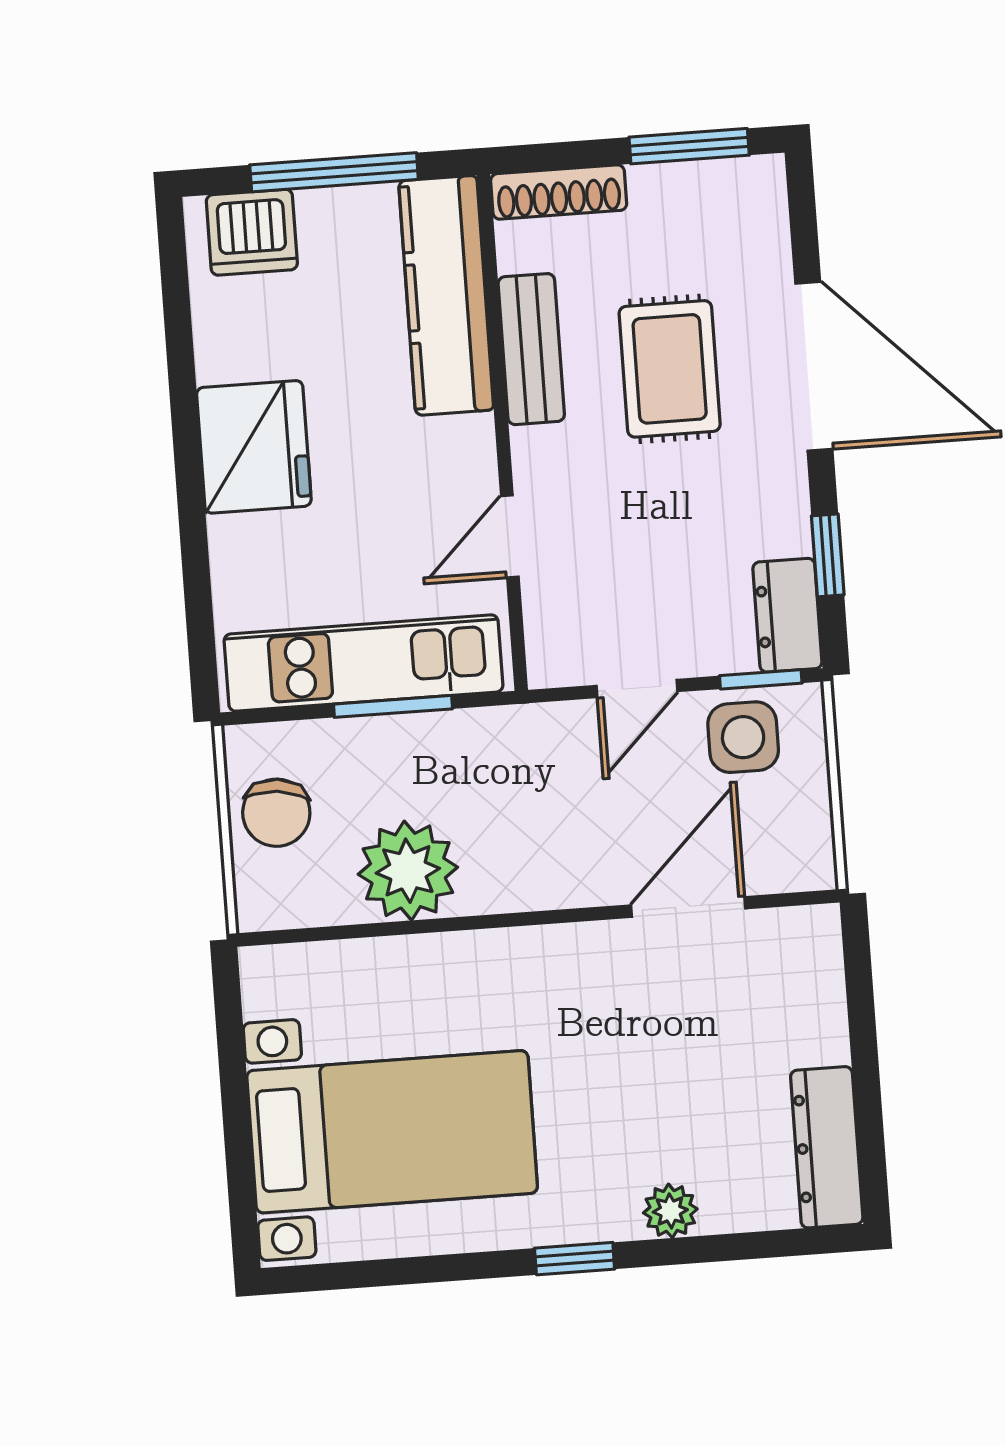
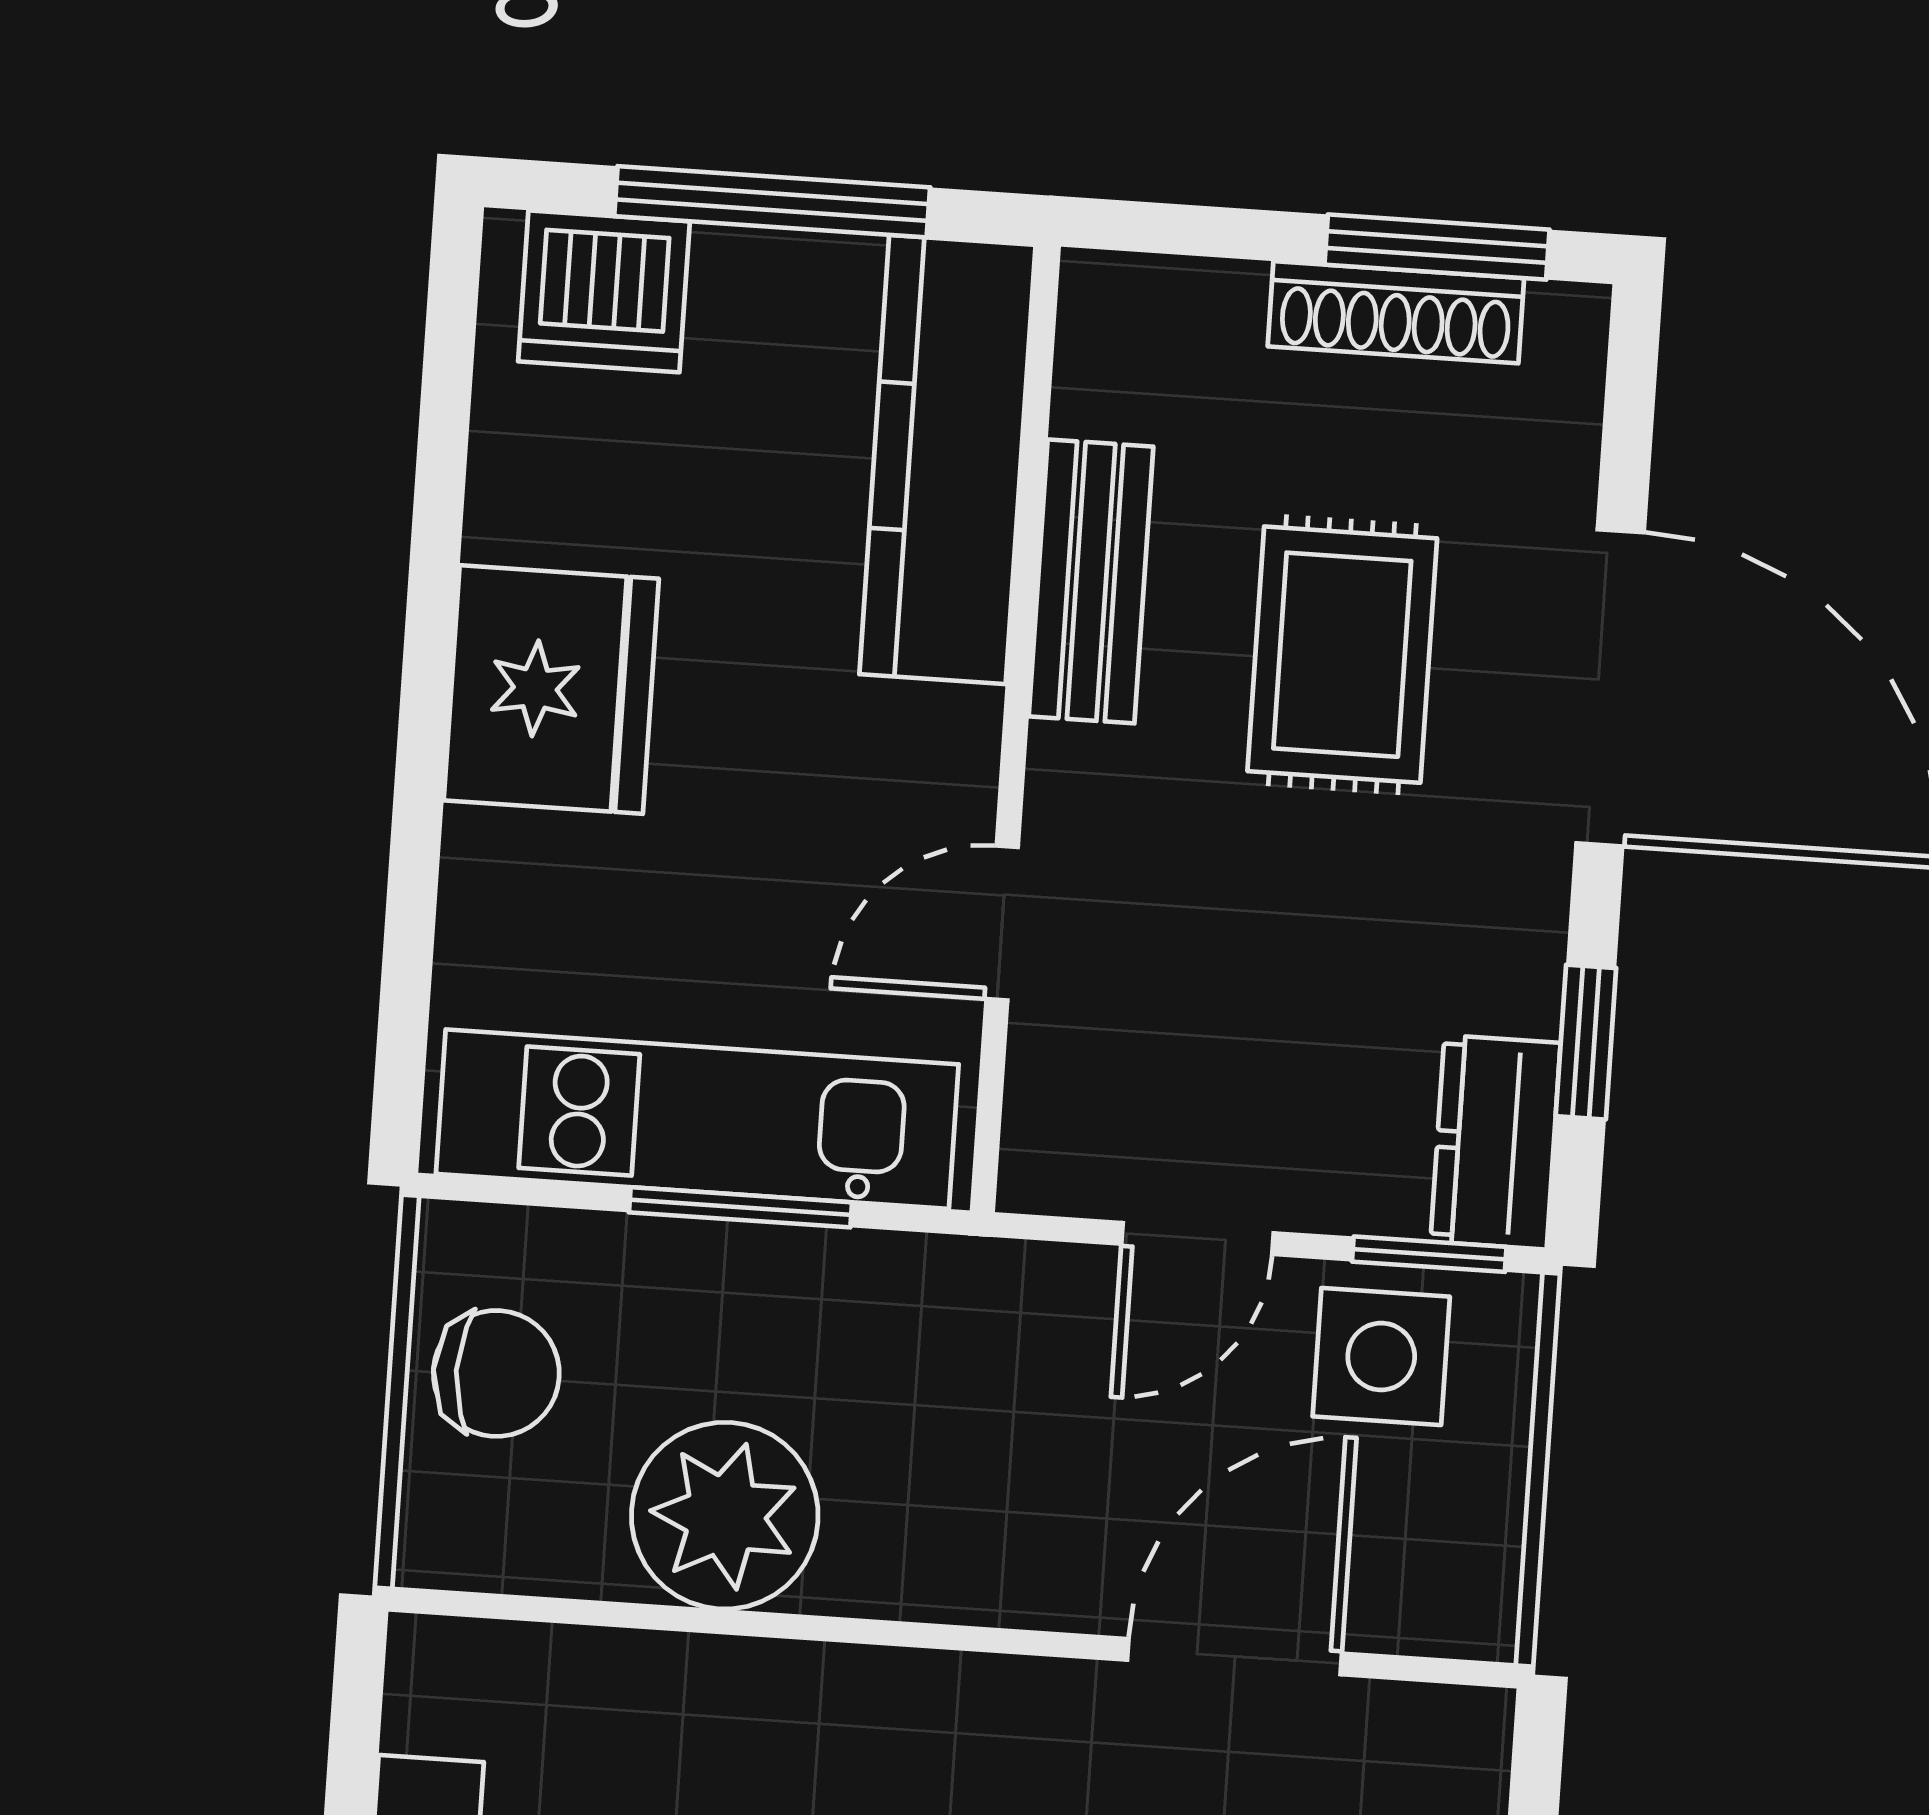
shoe rack: (559, 192) -> (1396, 312), moved
chair: (276, 813) -> (496, 1373), turned -96

